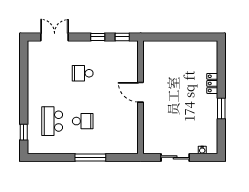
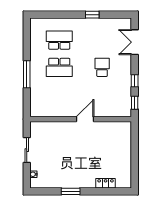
double door: (55, 37) -> (135, 42), swing flipped
locker: (212, 83) -> (106, 183), moved
school desk: (83, 121) -> (59, 67), width x1.85
window: (24, 132) -> (92, 15), moved

